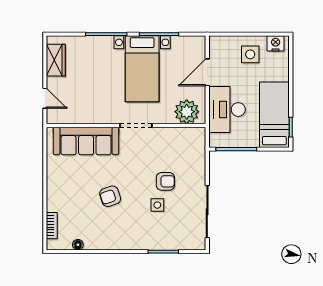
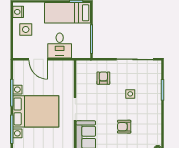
bed with nightstands: (142, 69) -> (36, 111), width x1.36
desk: (227, 110) -> (60, 46), width x0.73
plant: (187, 112) -> (66, 74), removed
armchair: (165, 181) -> (103, 78), moved
armchair: (110, 196) -> (124, 127), turned 109

